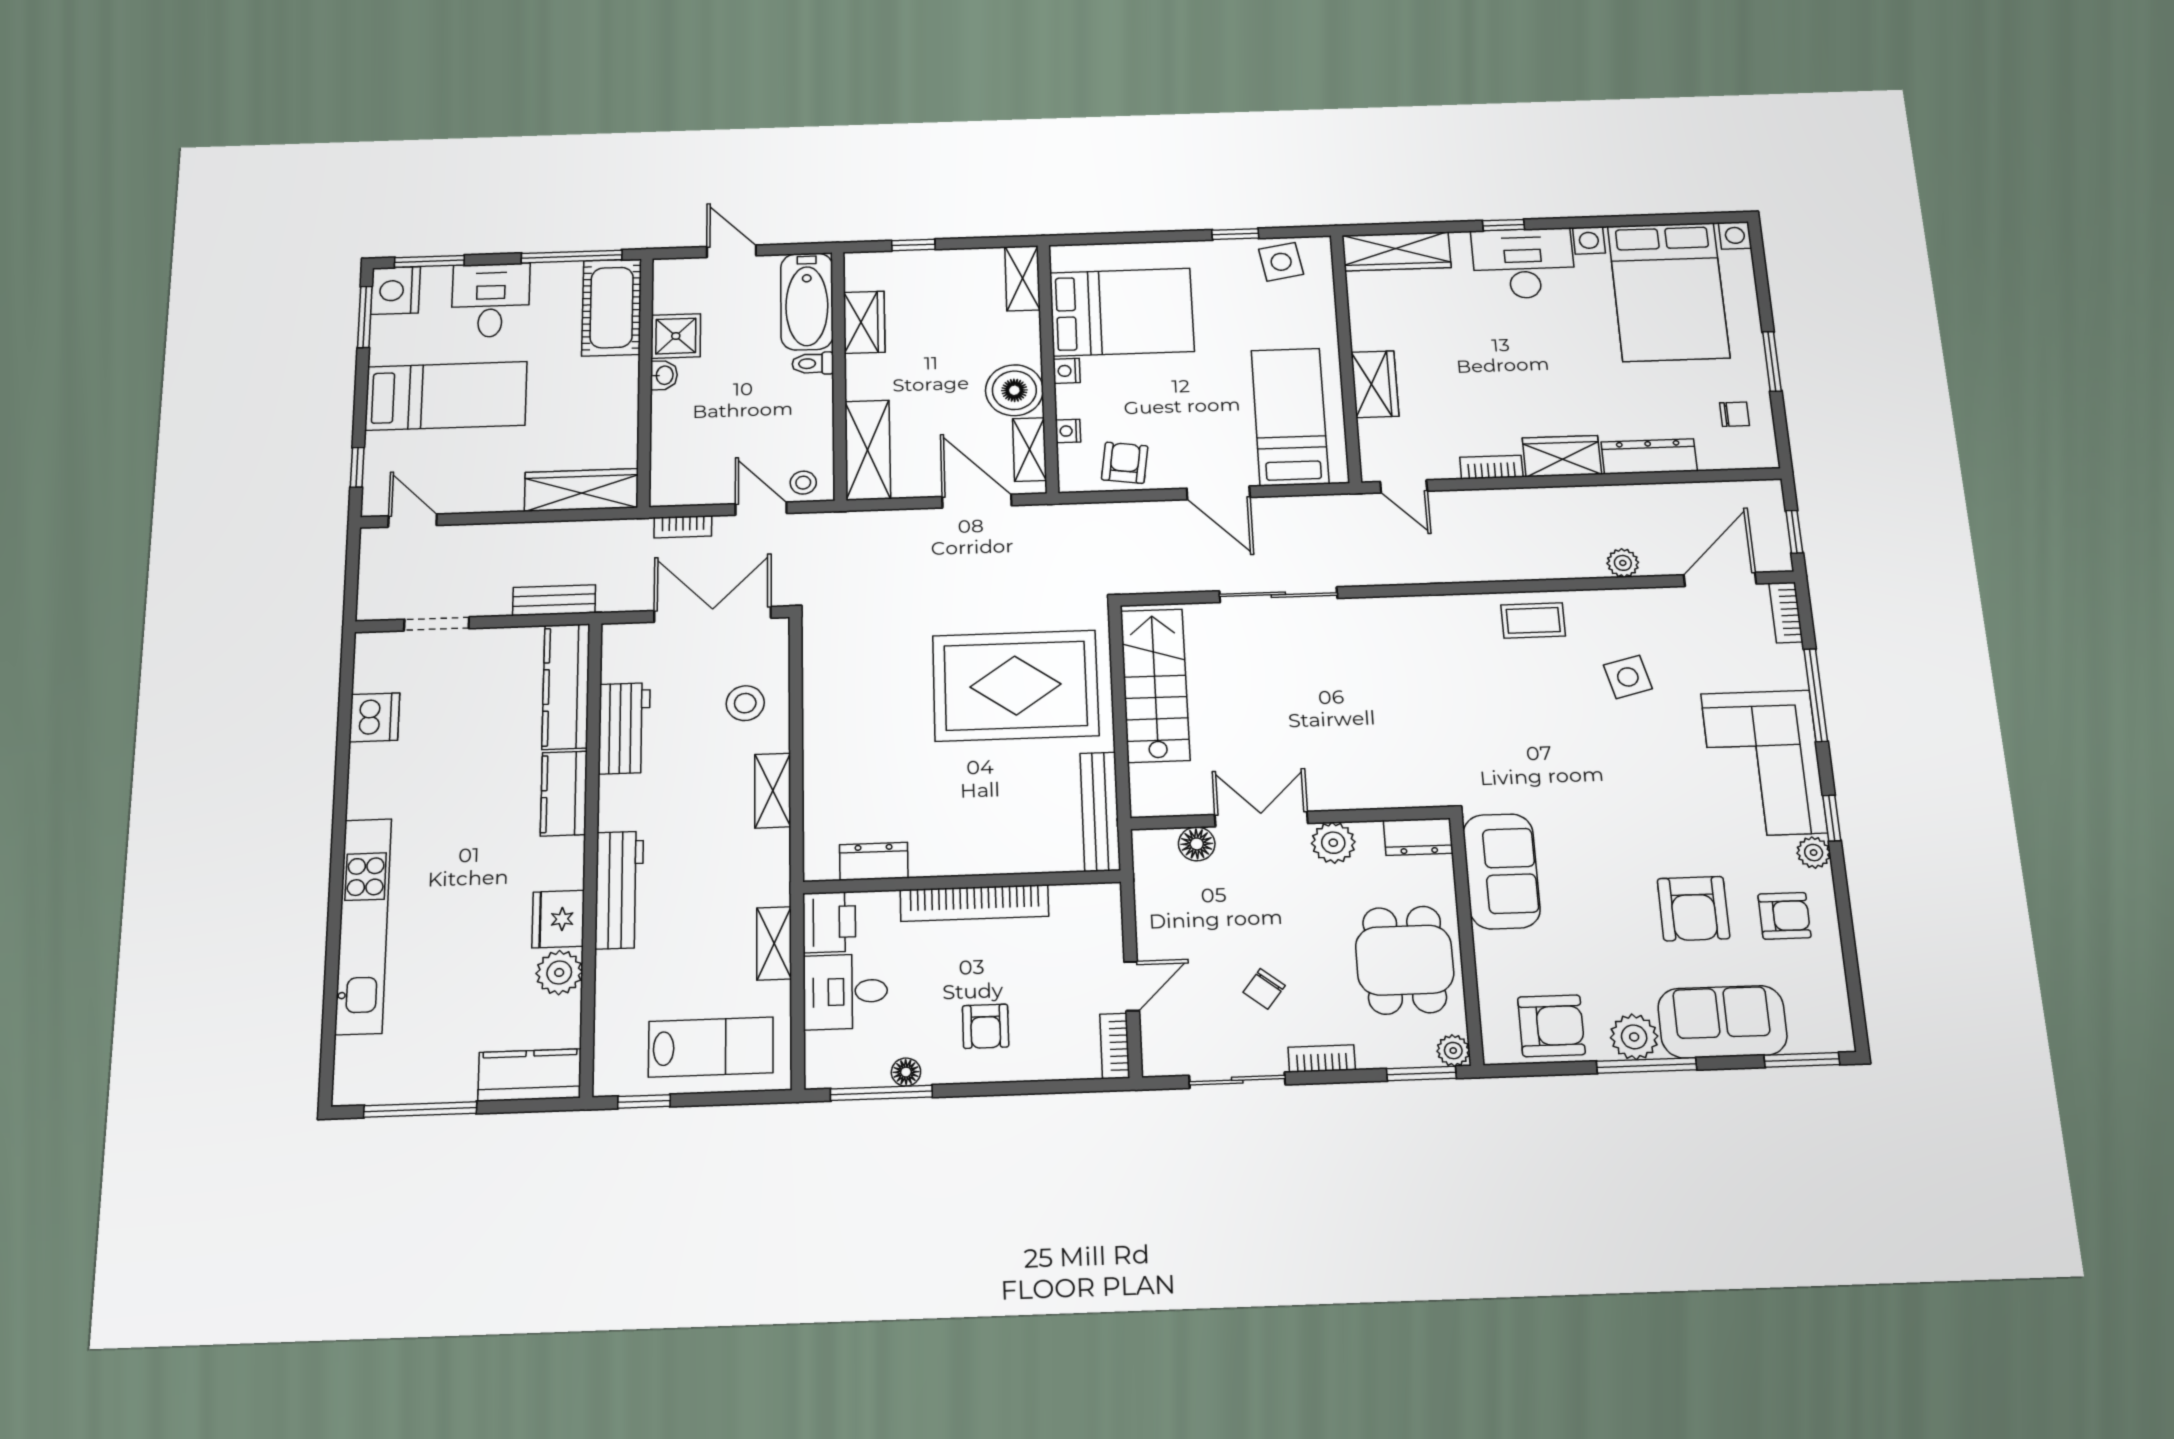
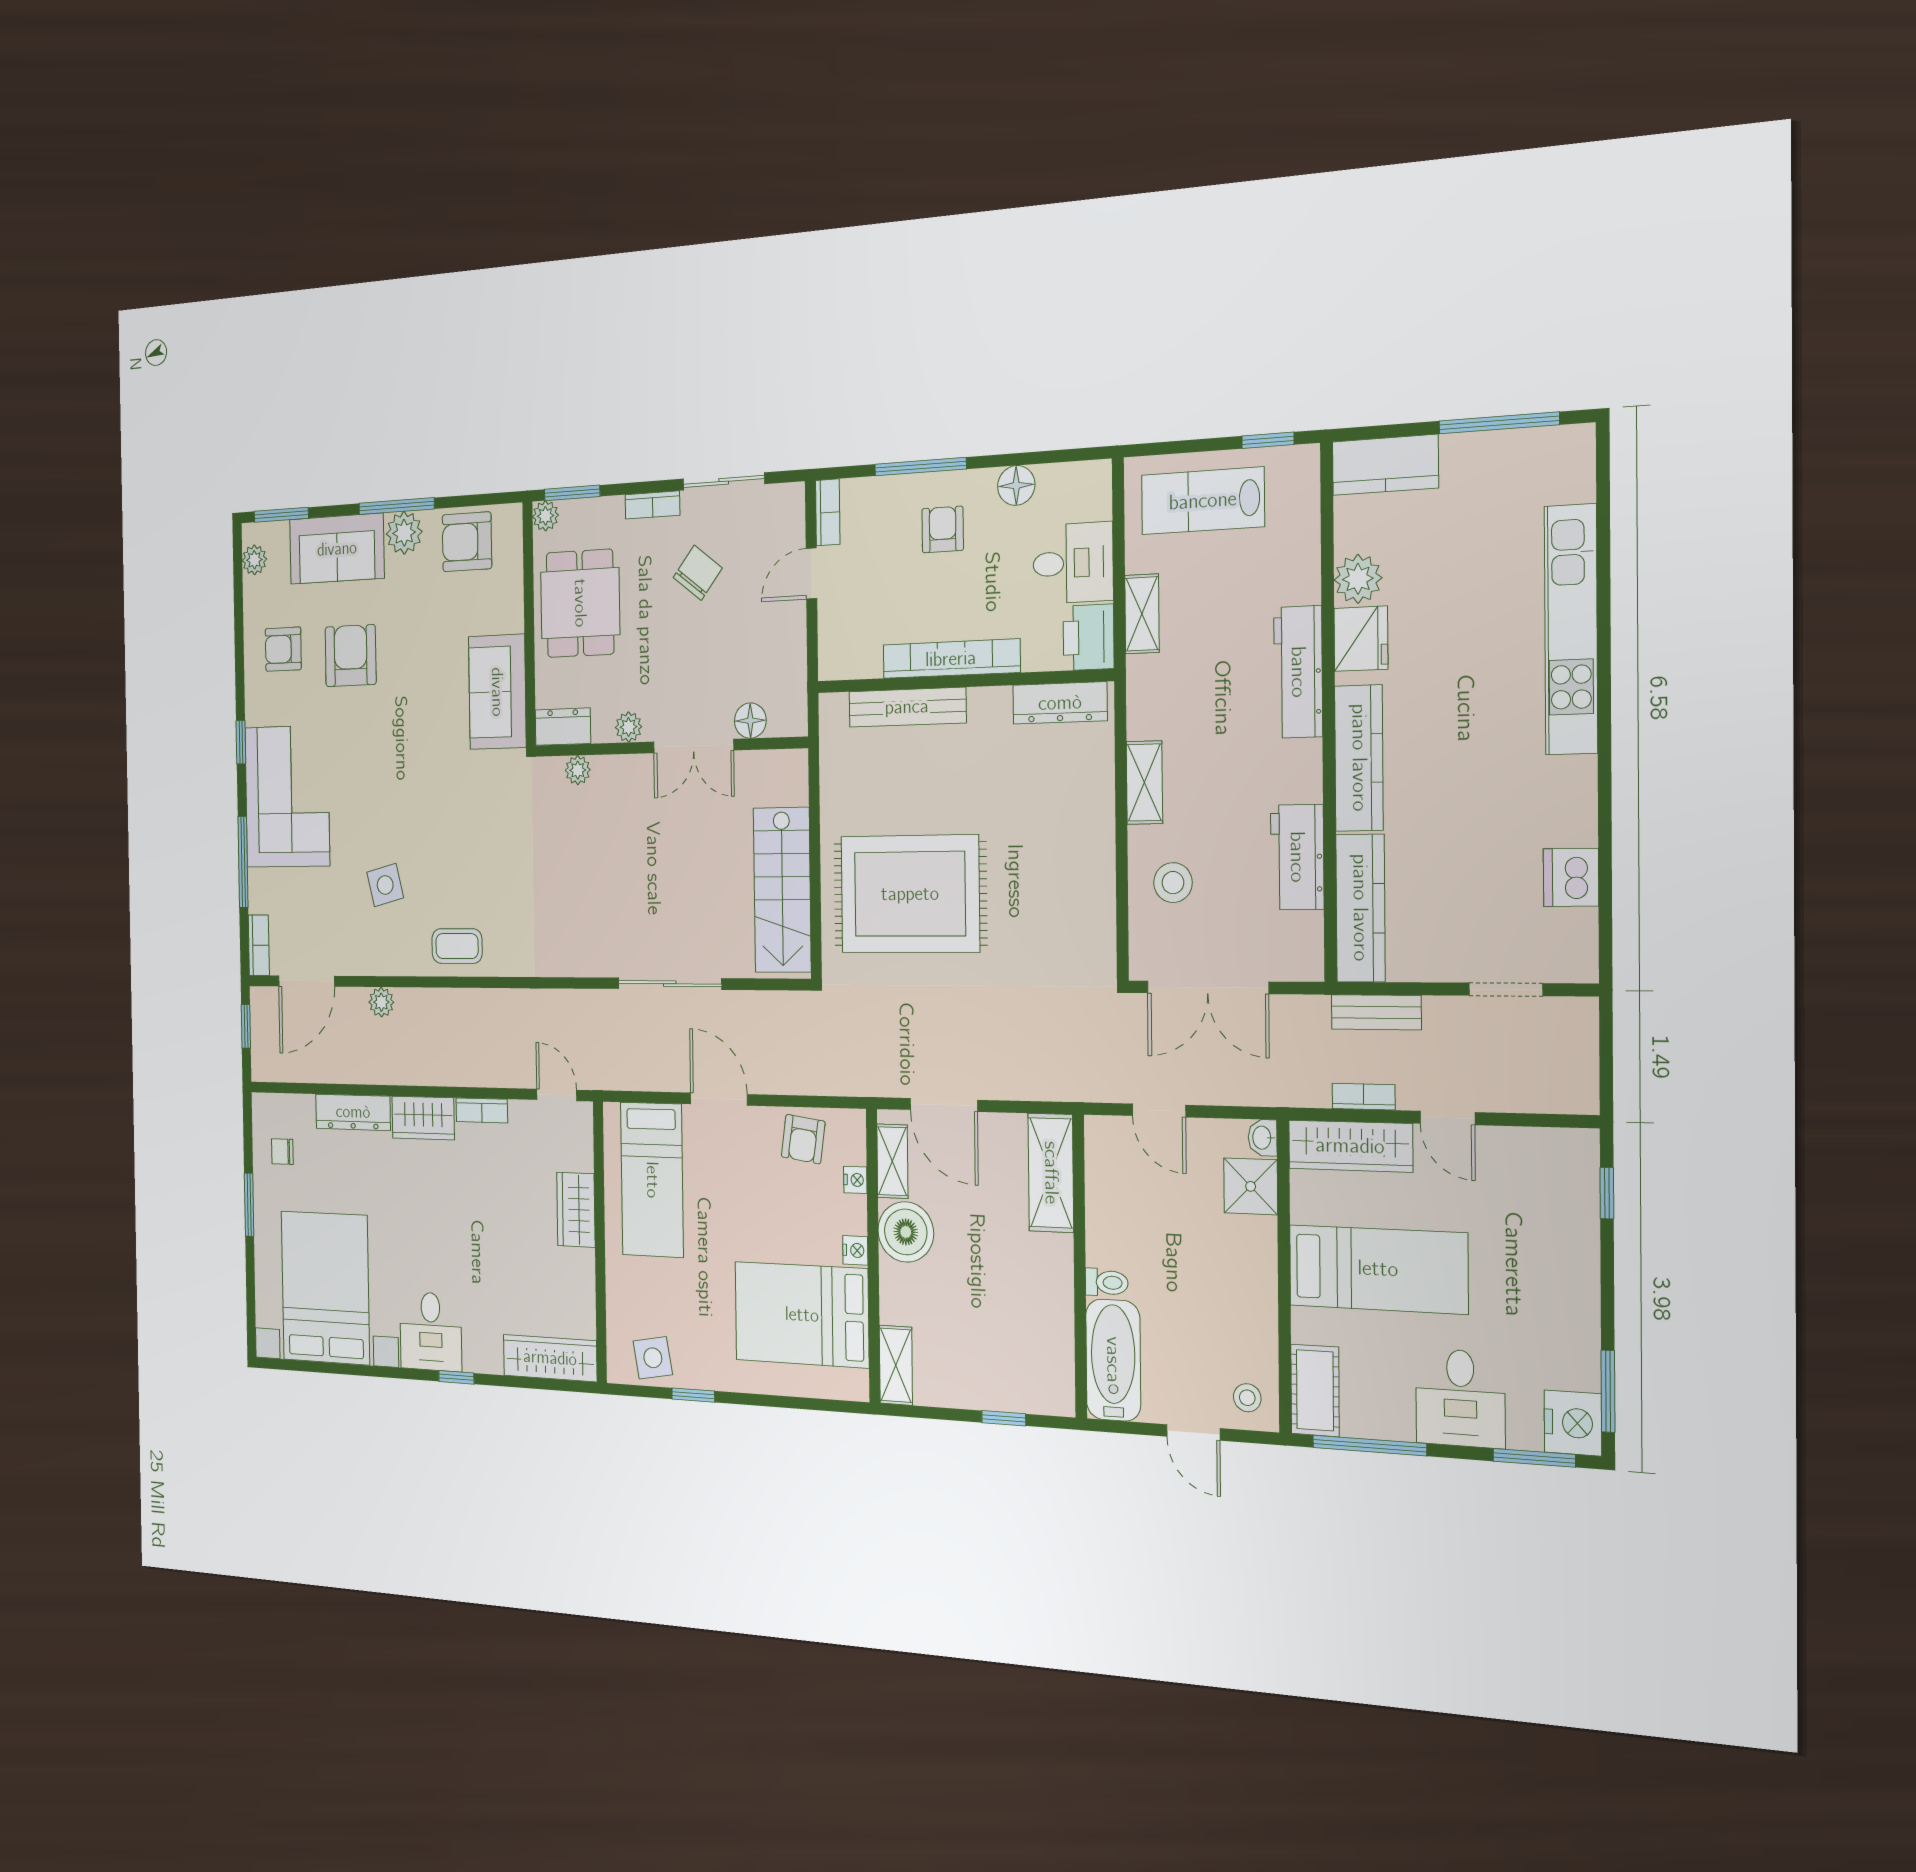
desk: (1523, 263) -> (431, 1331), width x0.73
cot: (612, 307) -> (1315, 1390), width x0.73, depth x0.75
wardrobe: (864, 322) -> (1054, 1328), removed
shower: (676, 336) -> (1251, 1186), moved
washbasin: (664, 375) -> (1263, 1138), moved
bed: (446, 396) -> (1378, 1269), moved, turned 180
stool: (803, 483) -> (1247, 1398), moved
door: (413, 521) -> (1447, 1118), moved
bookcase: (683, 527) -> (1364, 1097), moved
kitchen counter: (564, 794) -> (1359, 758), width x1.50
plant: (1397, 794) -> (578, 770), added
bench: (1100, 812) -> (907, 707), moved, turned 90
plant: (1333, 843) -> (629, 727), width x0.73, depth x0.73
plant: (1814, 853) -> (254, 560), moved
dresser: (874, 861) -> (1060, 703), width x1.44
chair: (1264, 989) -> (698, 573), width x1.37, depth x1.37
floor lamp: (906, 1072) -> (1016, 485), width x1.37, depth x1.37
window: (881, 1093) -> (920, 467), moved

